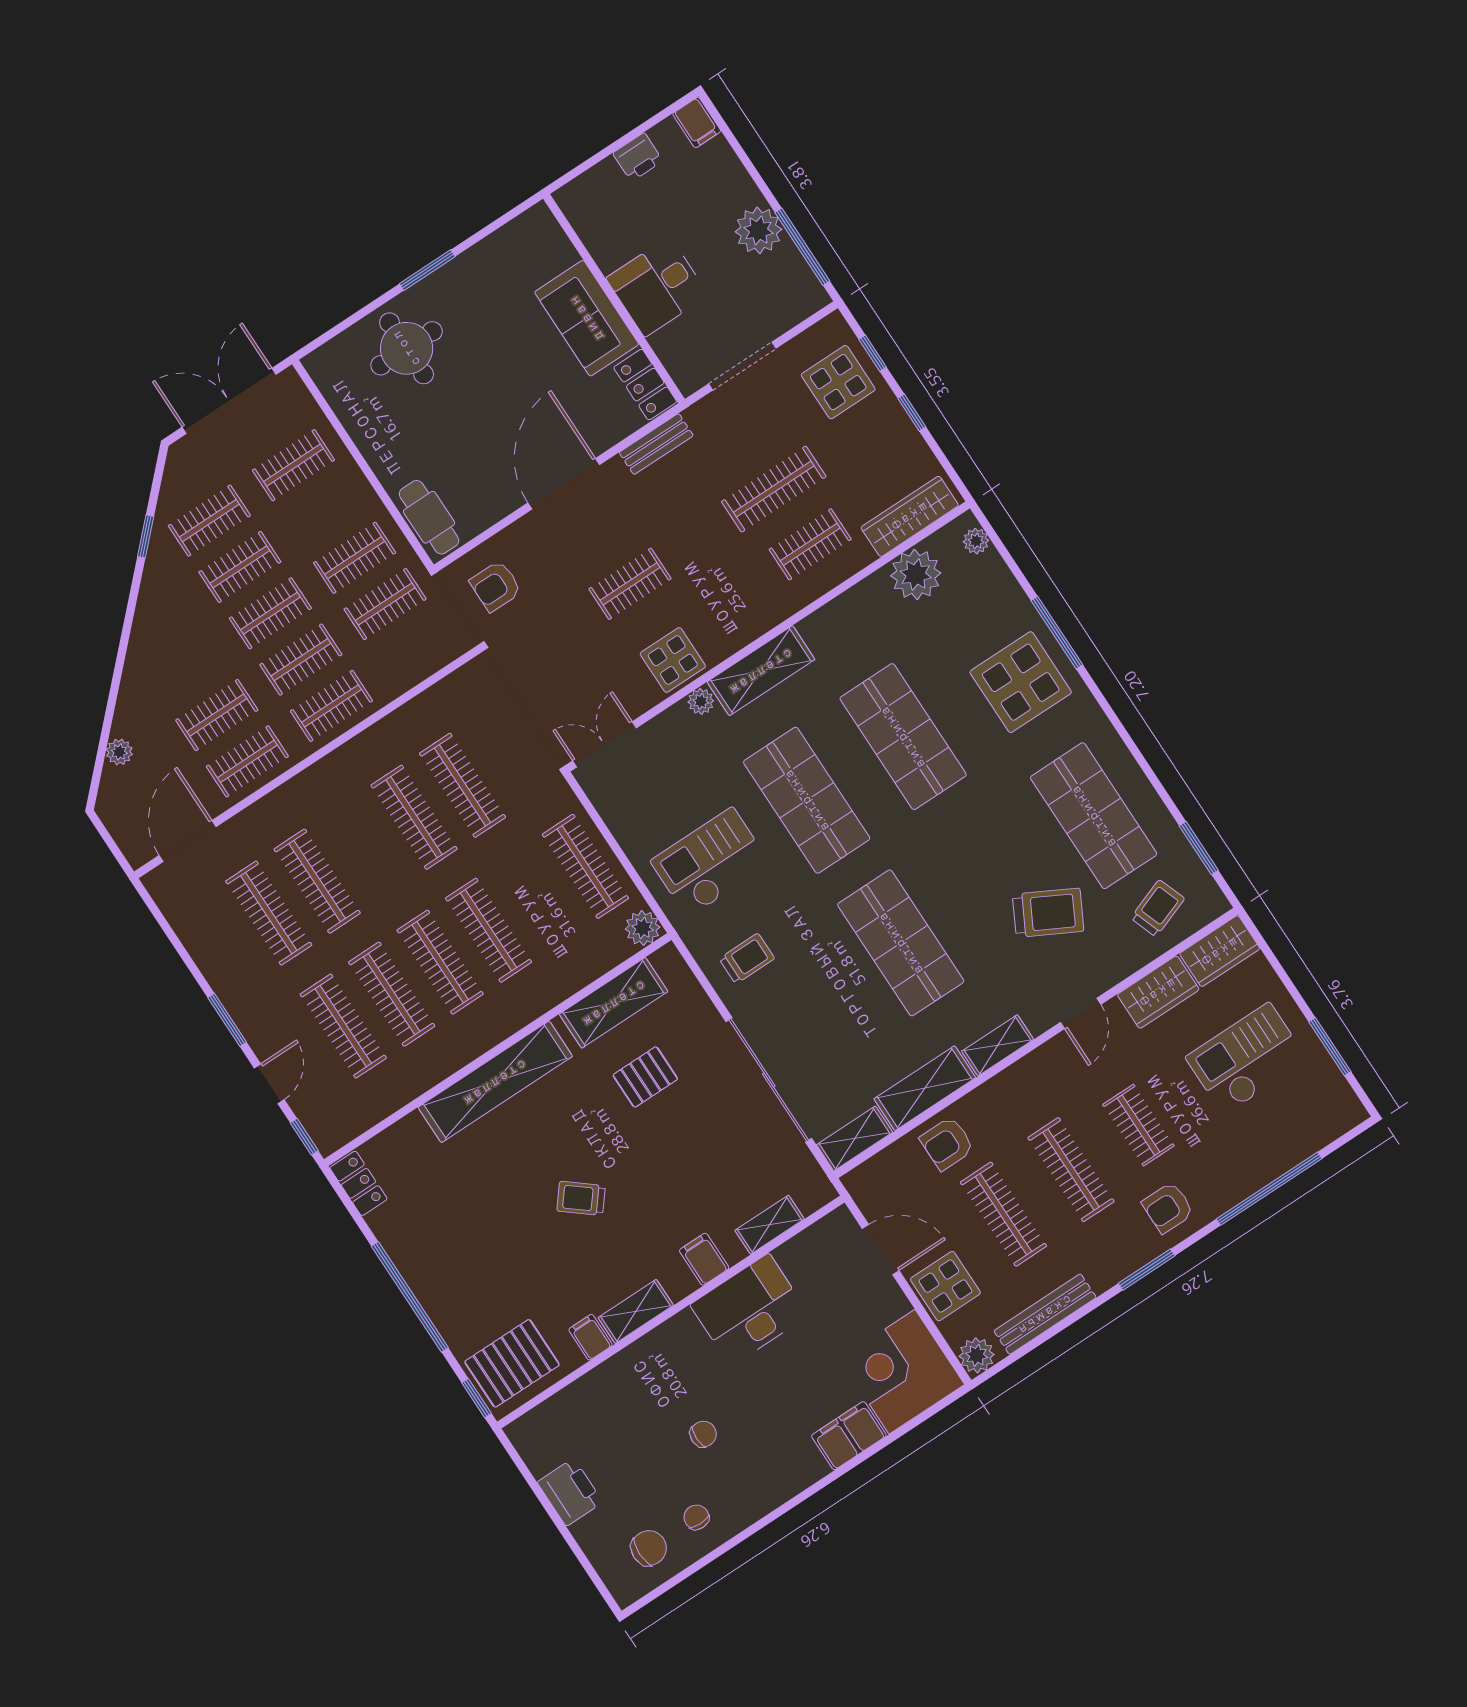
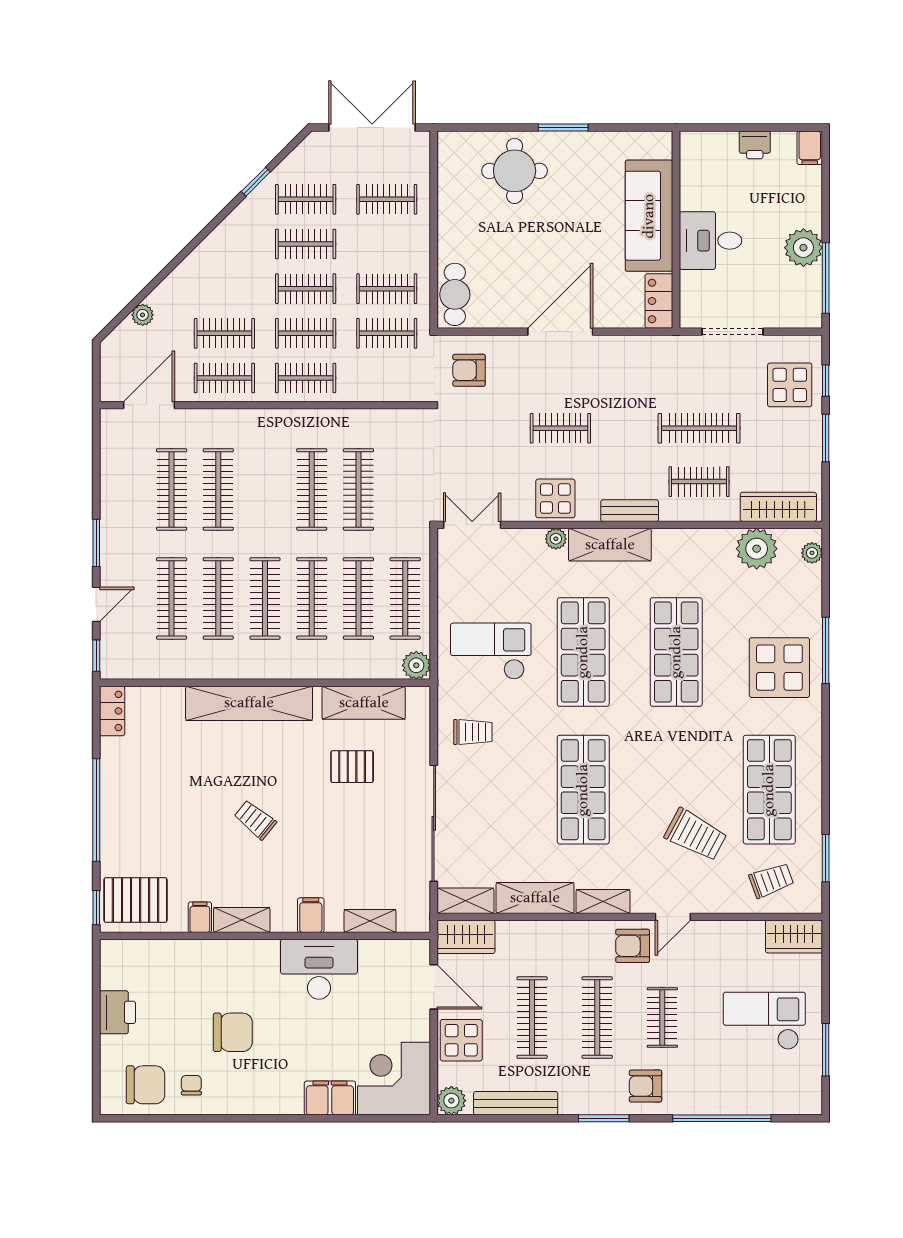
sofa: (587, 318) -> (649, 216), width x1.36
window: (912, 413) -> (826, 438), width x1.50
bench: (656, 444) -> (630, 511), moved
clothes rail: (537, 898) -> (358, 598), added
wardrobe: (1158, 992) -> (466, 937), moved
armchair: (947, 1143) -> (633, 946), moved
chair: (703, 1434) -> (233, 1032), width x1.87, depth x1.87
chair: (649, 1548) -> (146, 1085), width x1.37, depth x1.37

